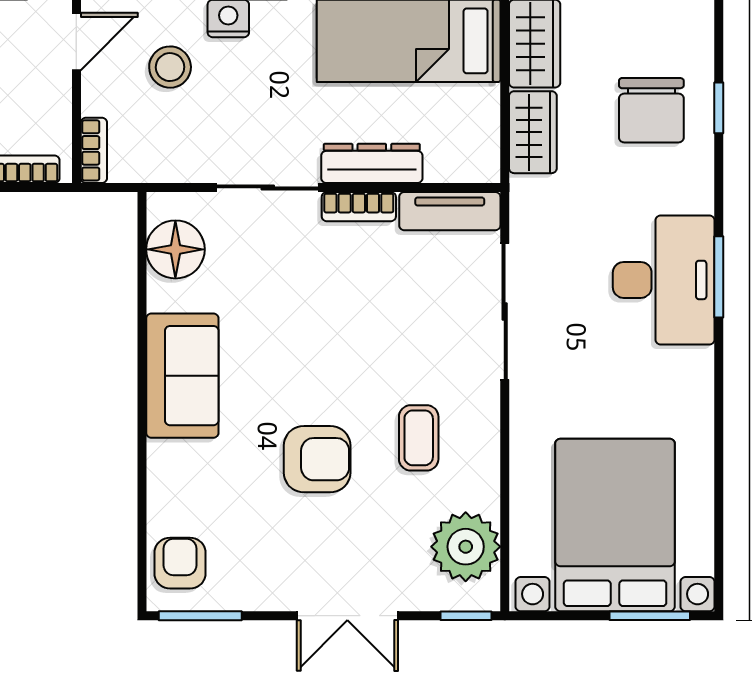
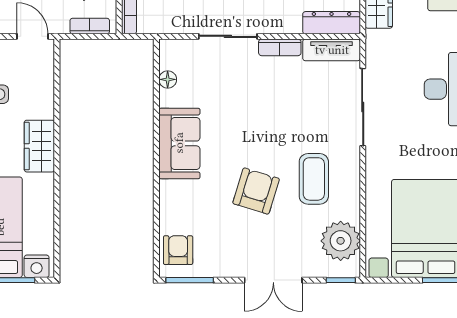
dresser: (372, 163) -> (332, 23), moved
floor lamp: (175, 249) -> (168, 79), width x0.53, depth x0.53
coffee table: (419, 438) -> (314, 179), width x1.36, depth x1.30
armchair: (317, 459) -> (256, 191), turned -73

